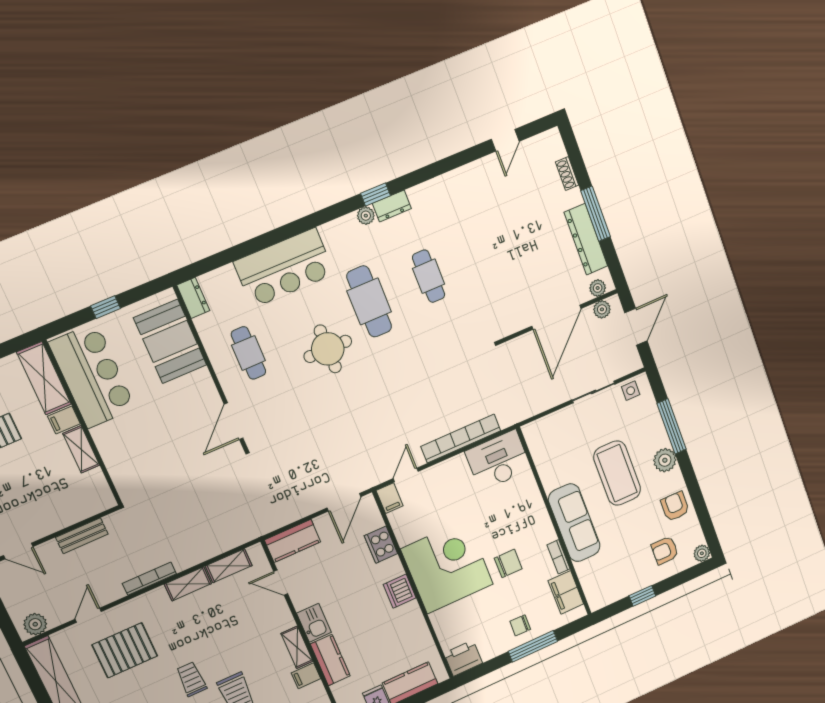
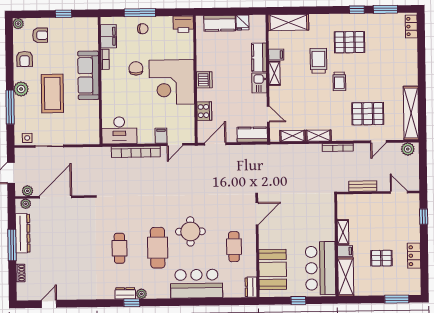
filing cabinet: (390, 498) -> (161, 136), moved
chair: (508, 563) -> (136, 68), turned 90

